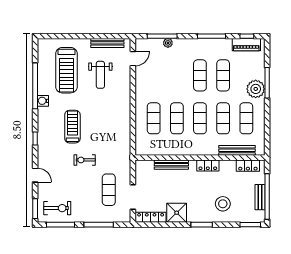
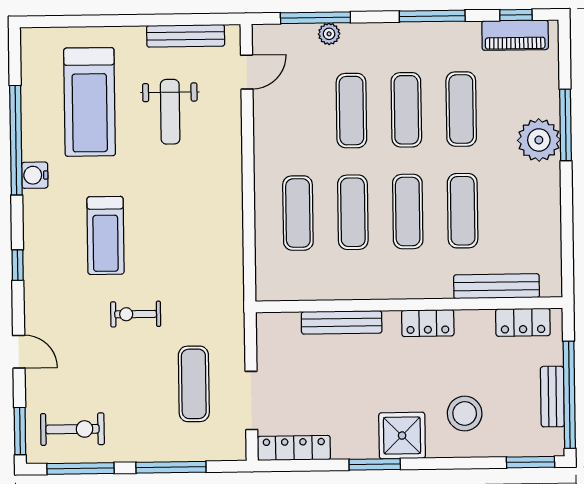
exercise mat: (246, 118) -> (351, 111), moved
treadmill: (72, 127) -> (105, 235), turned 180
shower: (177, 213) -> (402, 436), moved
window: (202, 225) -> (375, 464), moved

